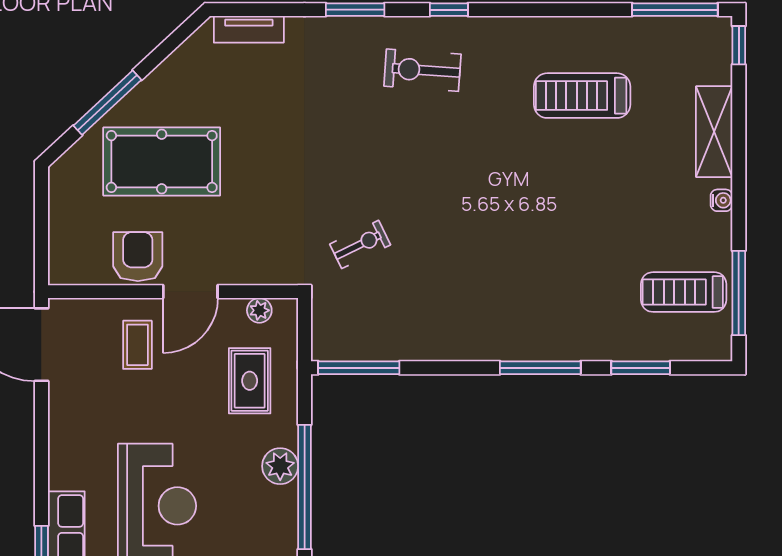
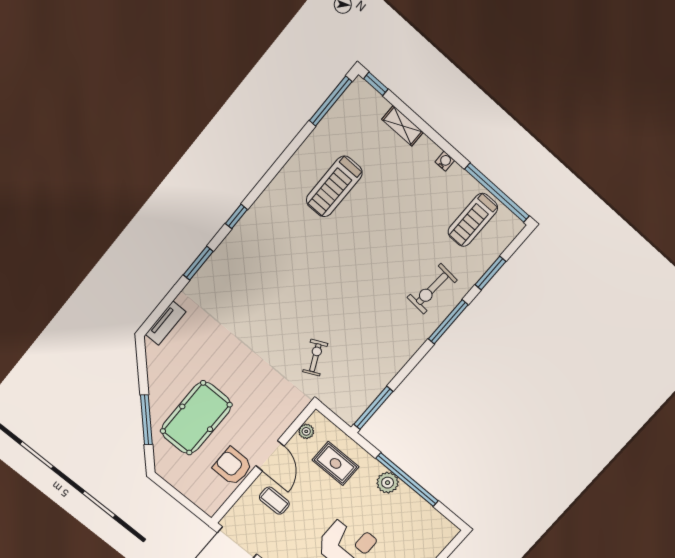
exercise bike: (422, 70) -> (432, 289), moved
shelving: (714, 132) -> (403, 126), width x0.67, depth x0.75
window: (739, 293) -> (497, 193), width x1.46

